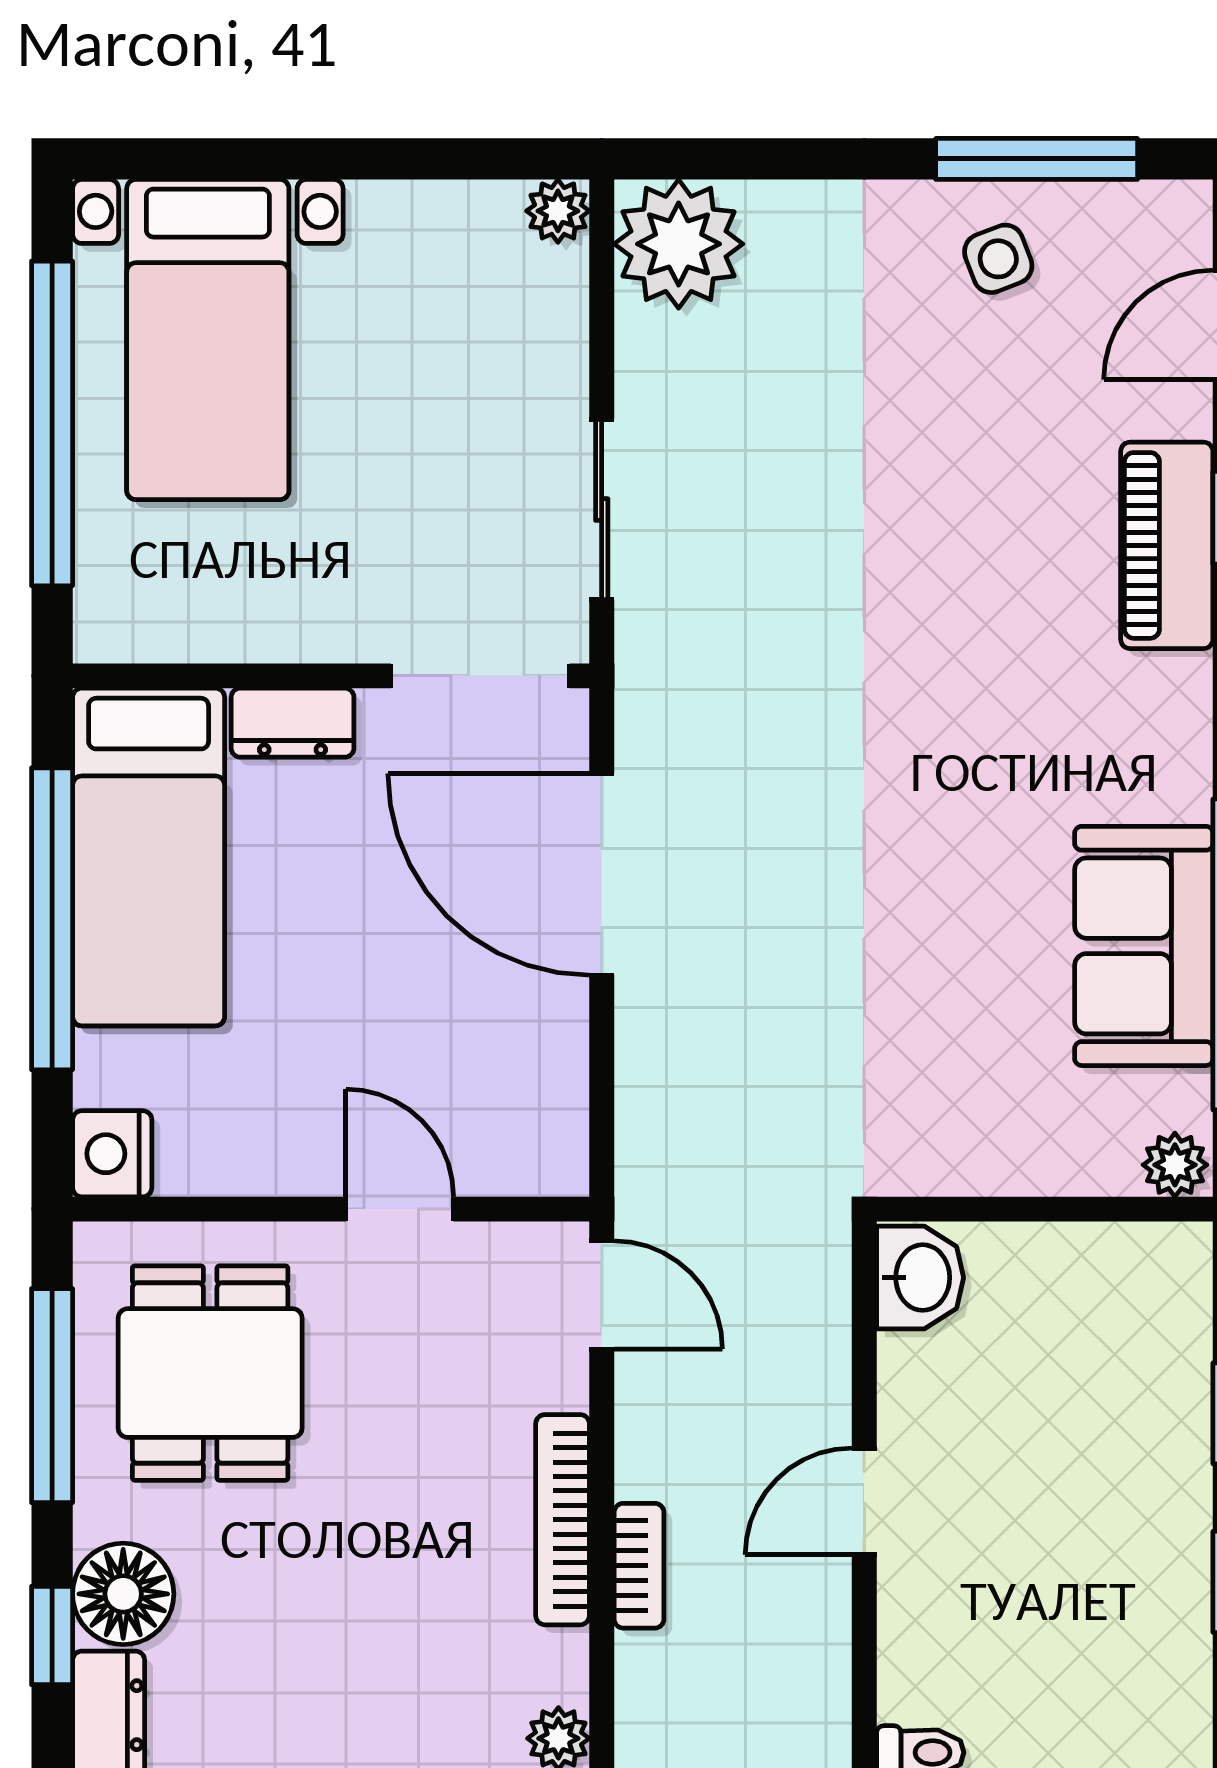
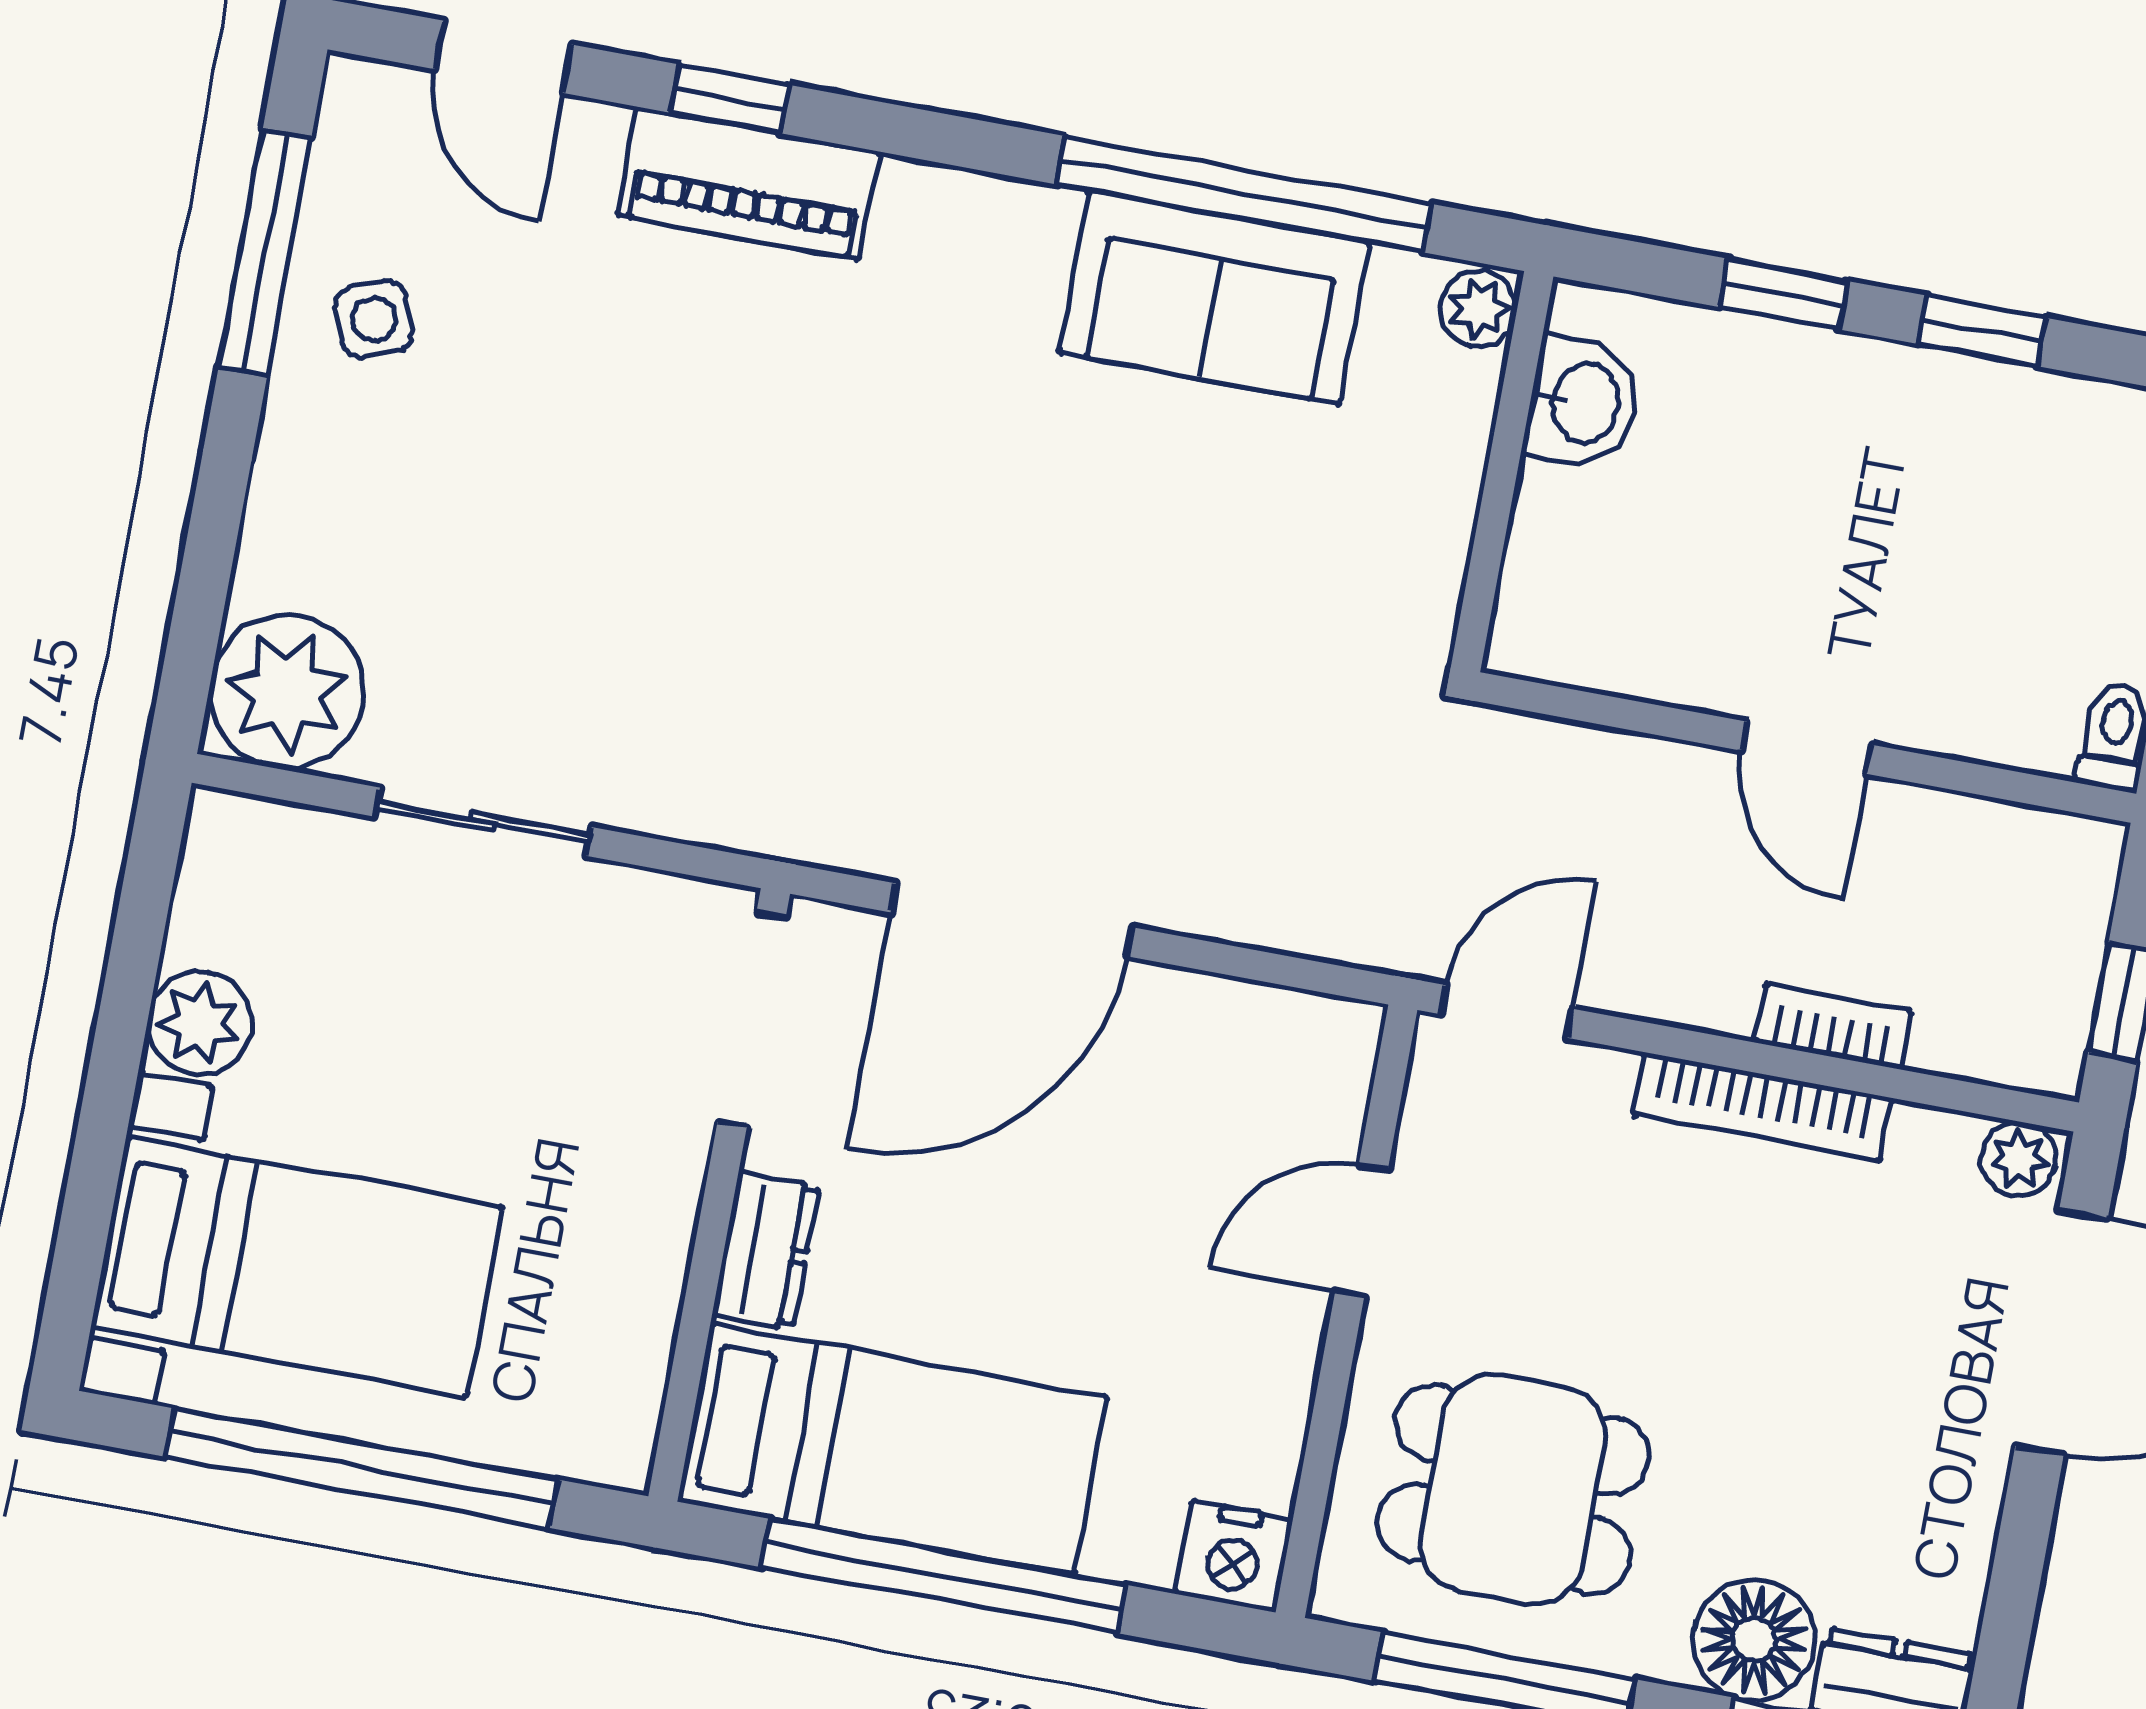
plant: (558, 211) -> (200, 1023), moved, width x1.38, depth x1.38
sliding door: (602, 510) -> (483, 822), moved
washbasin: (920, 1278) -> (1583, 402), moved, turned 90

